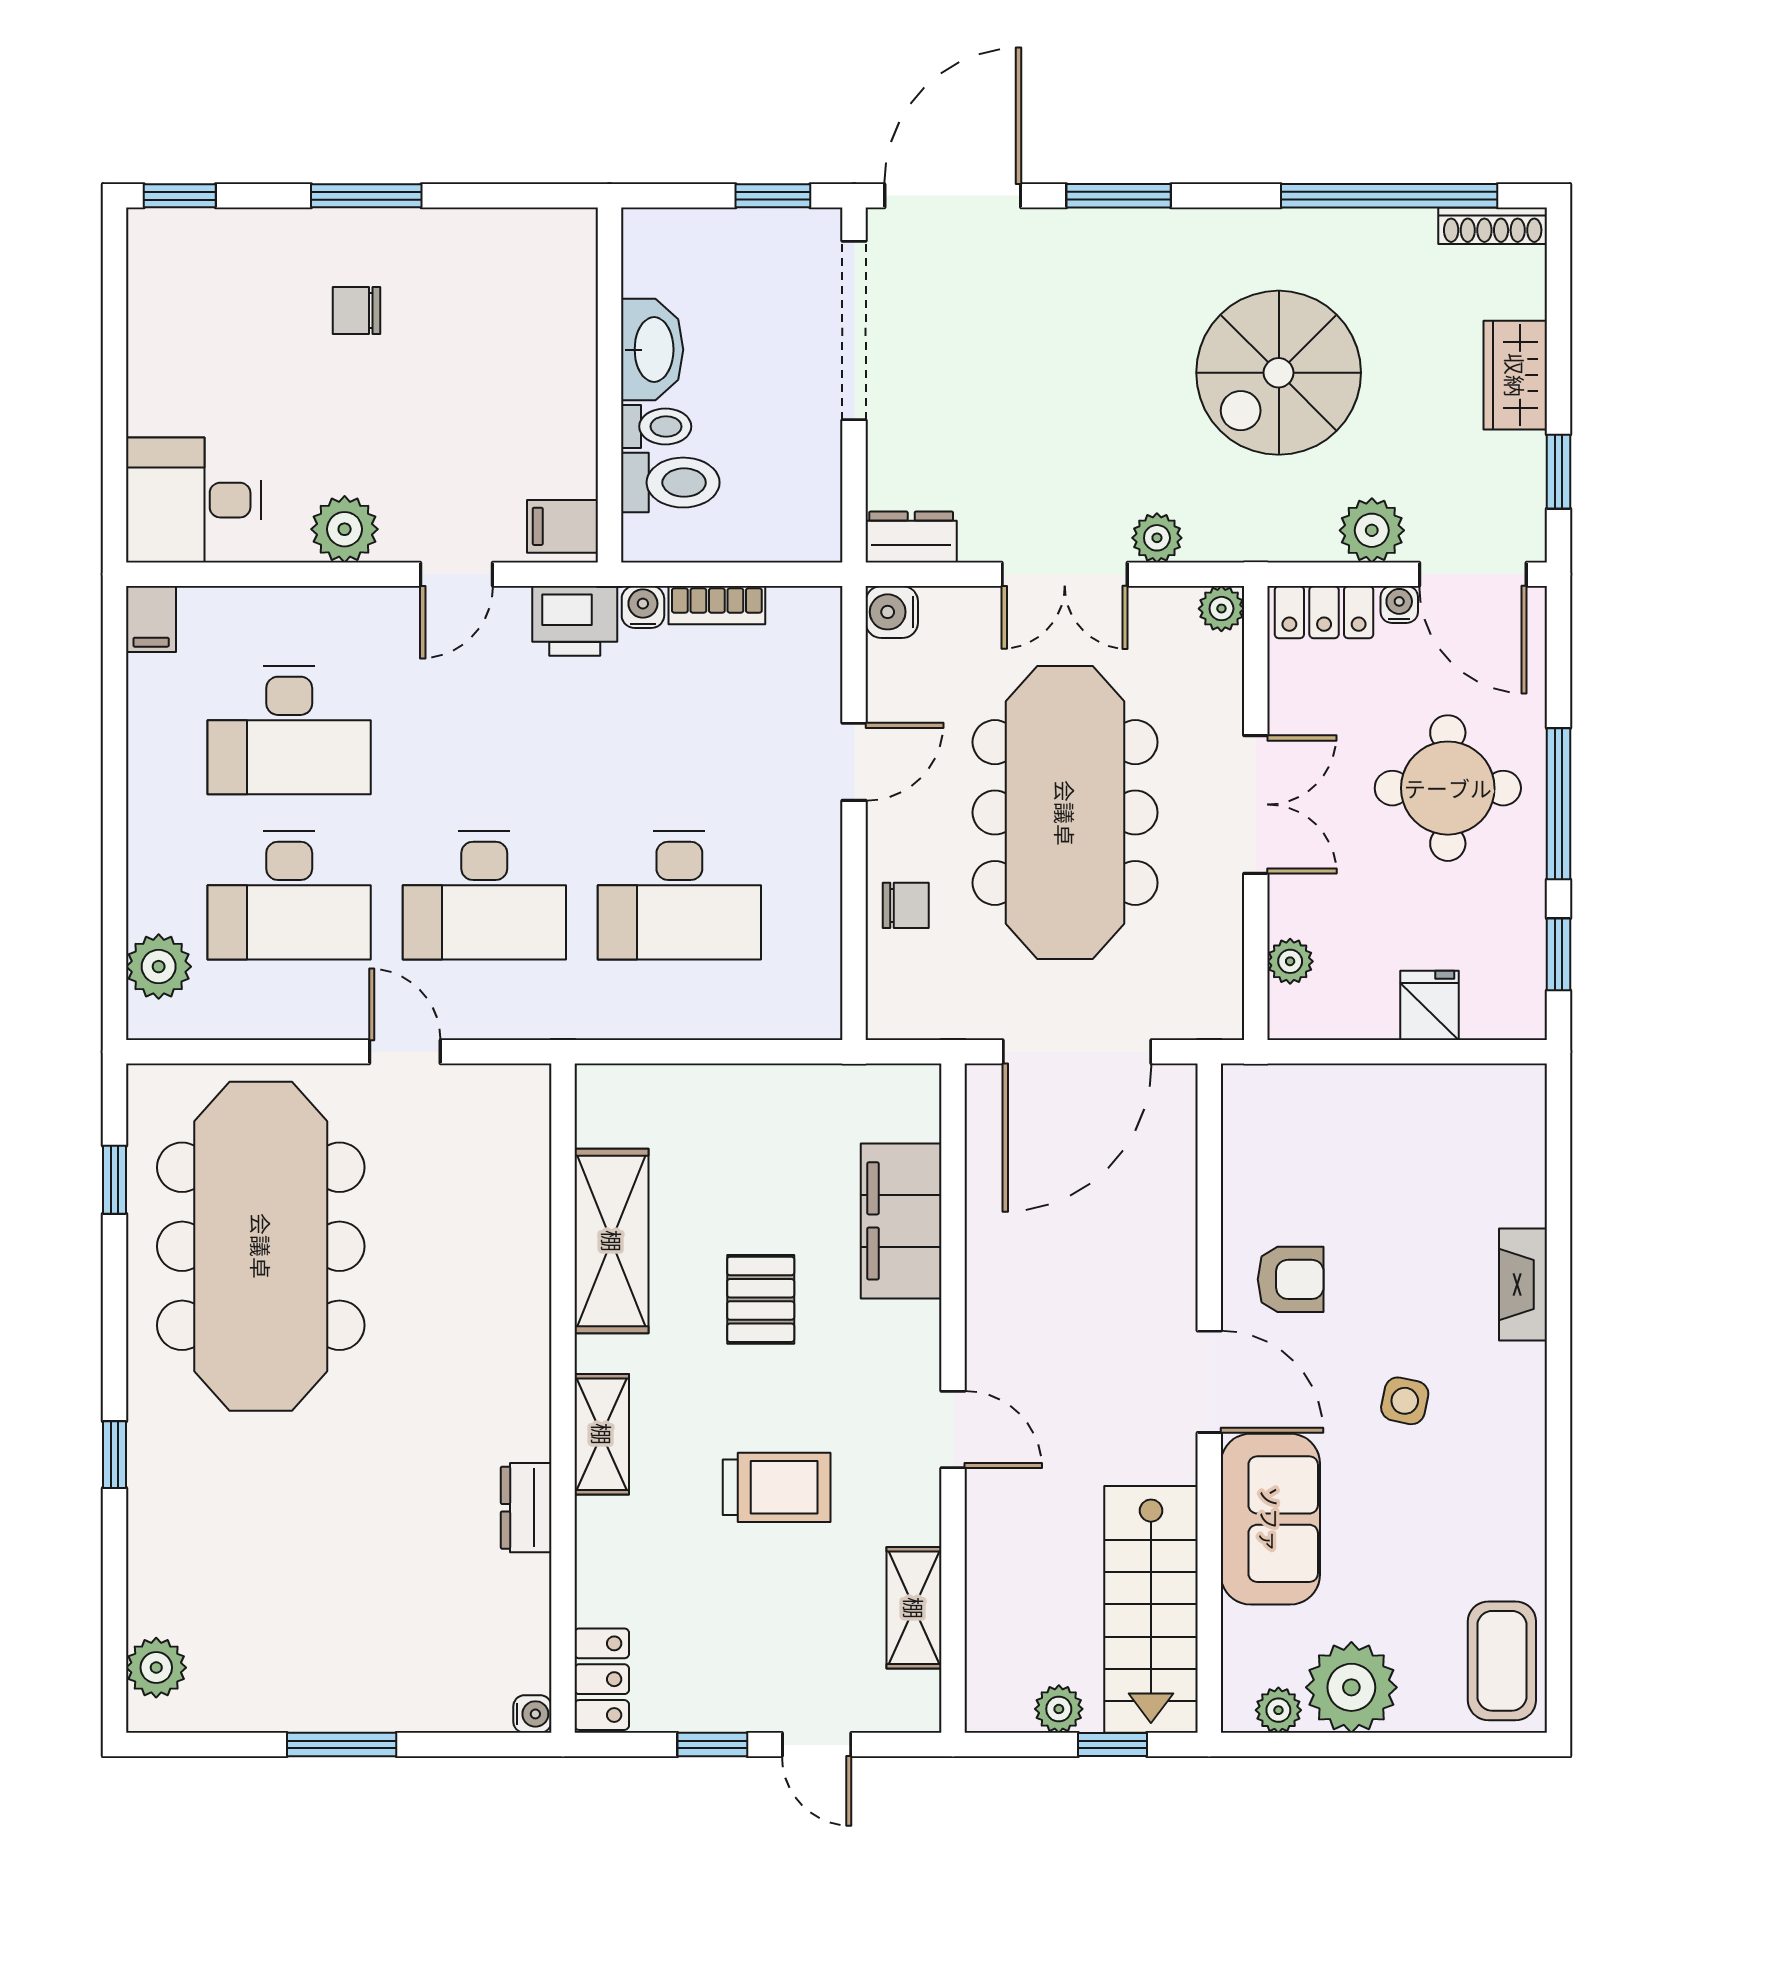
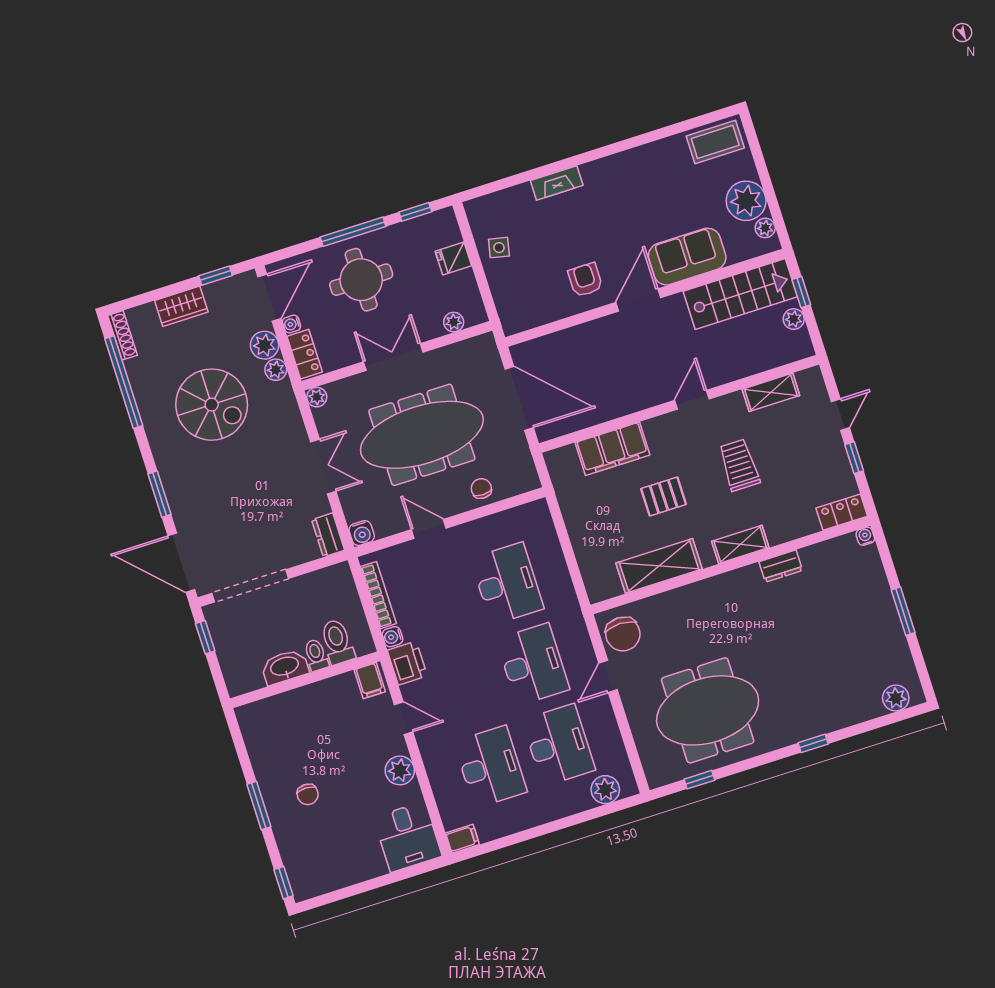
plant: (1157, 538) -> (276, 370), moved
bookcase: (717, 605) -> (378, 595), width x1.56
chair: (488, 1114) -> (623, 634), added
meeting table: (261, 1246) -> (708, 710), width x0.73
side table: (1405, 1401) -> (499, 248), moved

